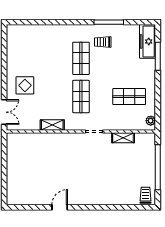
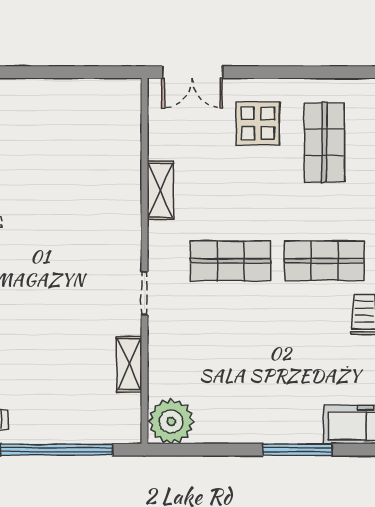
window: (158, 56) -> (297, 450), moved
shop shelf: (129, 97) -> (324, 143), moved
plant: (151, 121) -> (171, 421), width x1.88, depth x1.88

